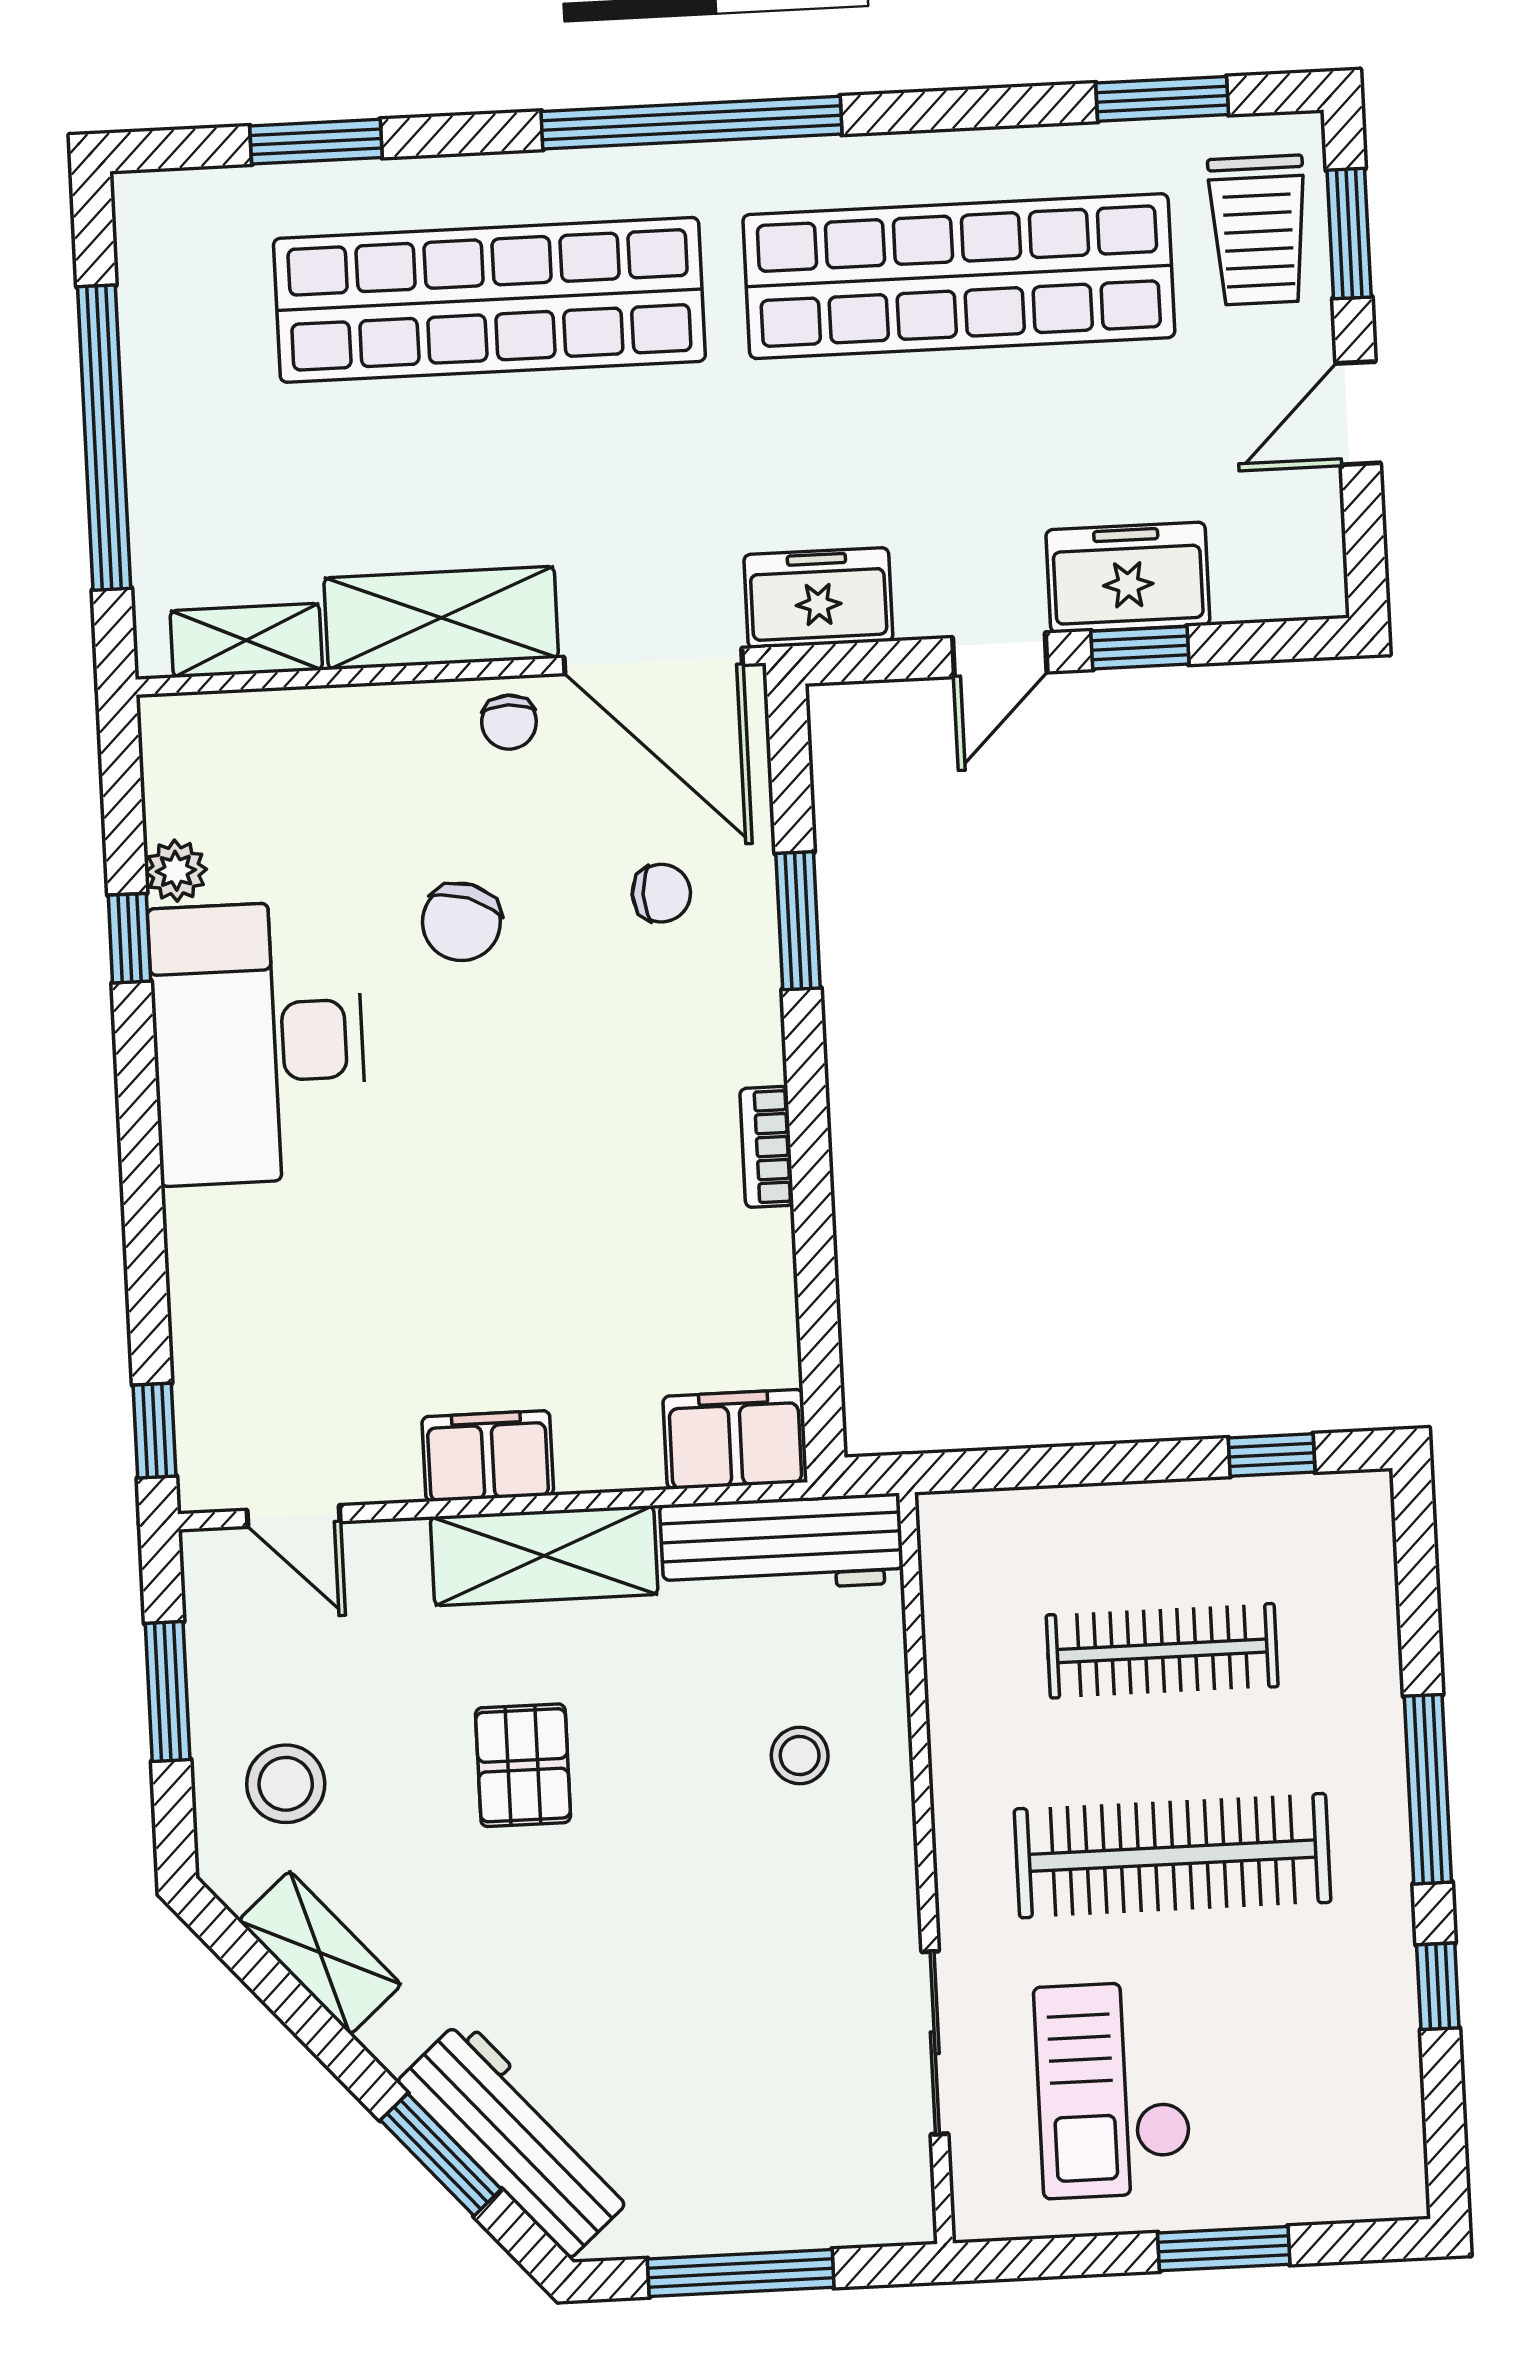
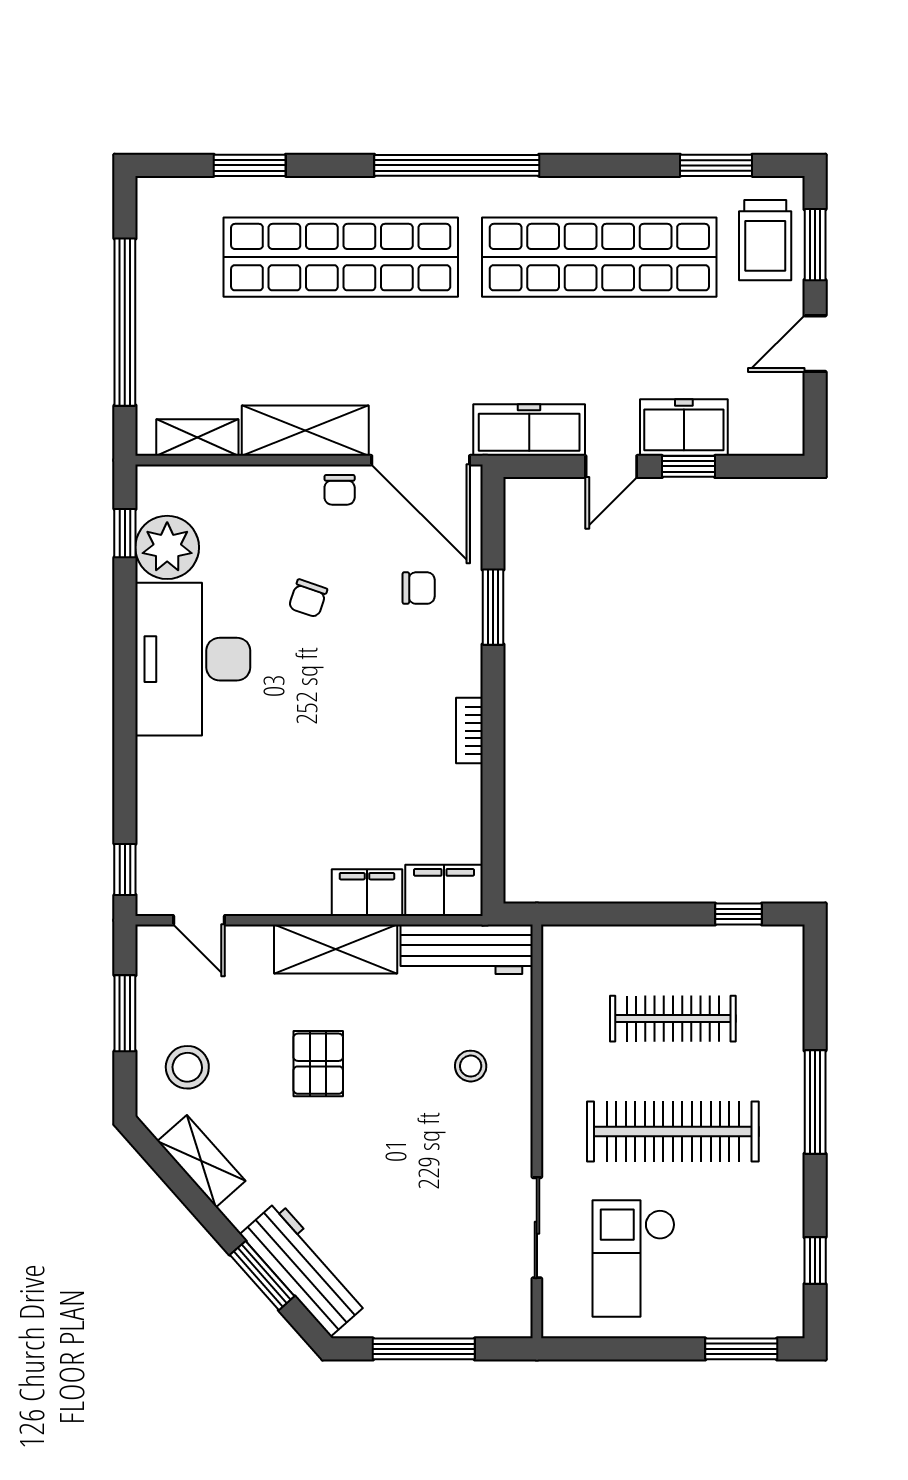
freezer: (818, 598) -> (529, 430), width x1.40
plant: (176, 871) -> (167, 547), width x1.88, depth x1.88
chair: (461, 922) -> (308, 598), width x0.73, depth x0.73
window: (129, 938) -> (125, 533), moved
filing cabinet: (488, 1456) -> (367, 893), moved
window: (1438, 1986) -> (815, 1261), moved
window: (1224, 2249) -> (741, 1349), moved

